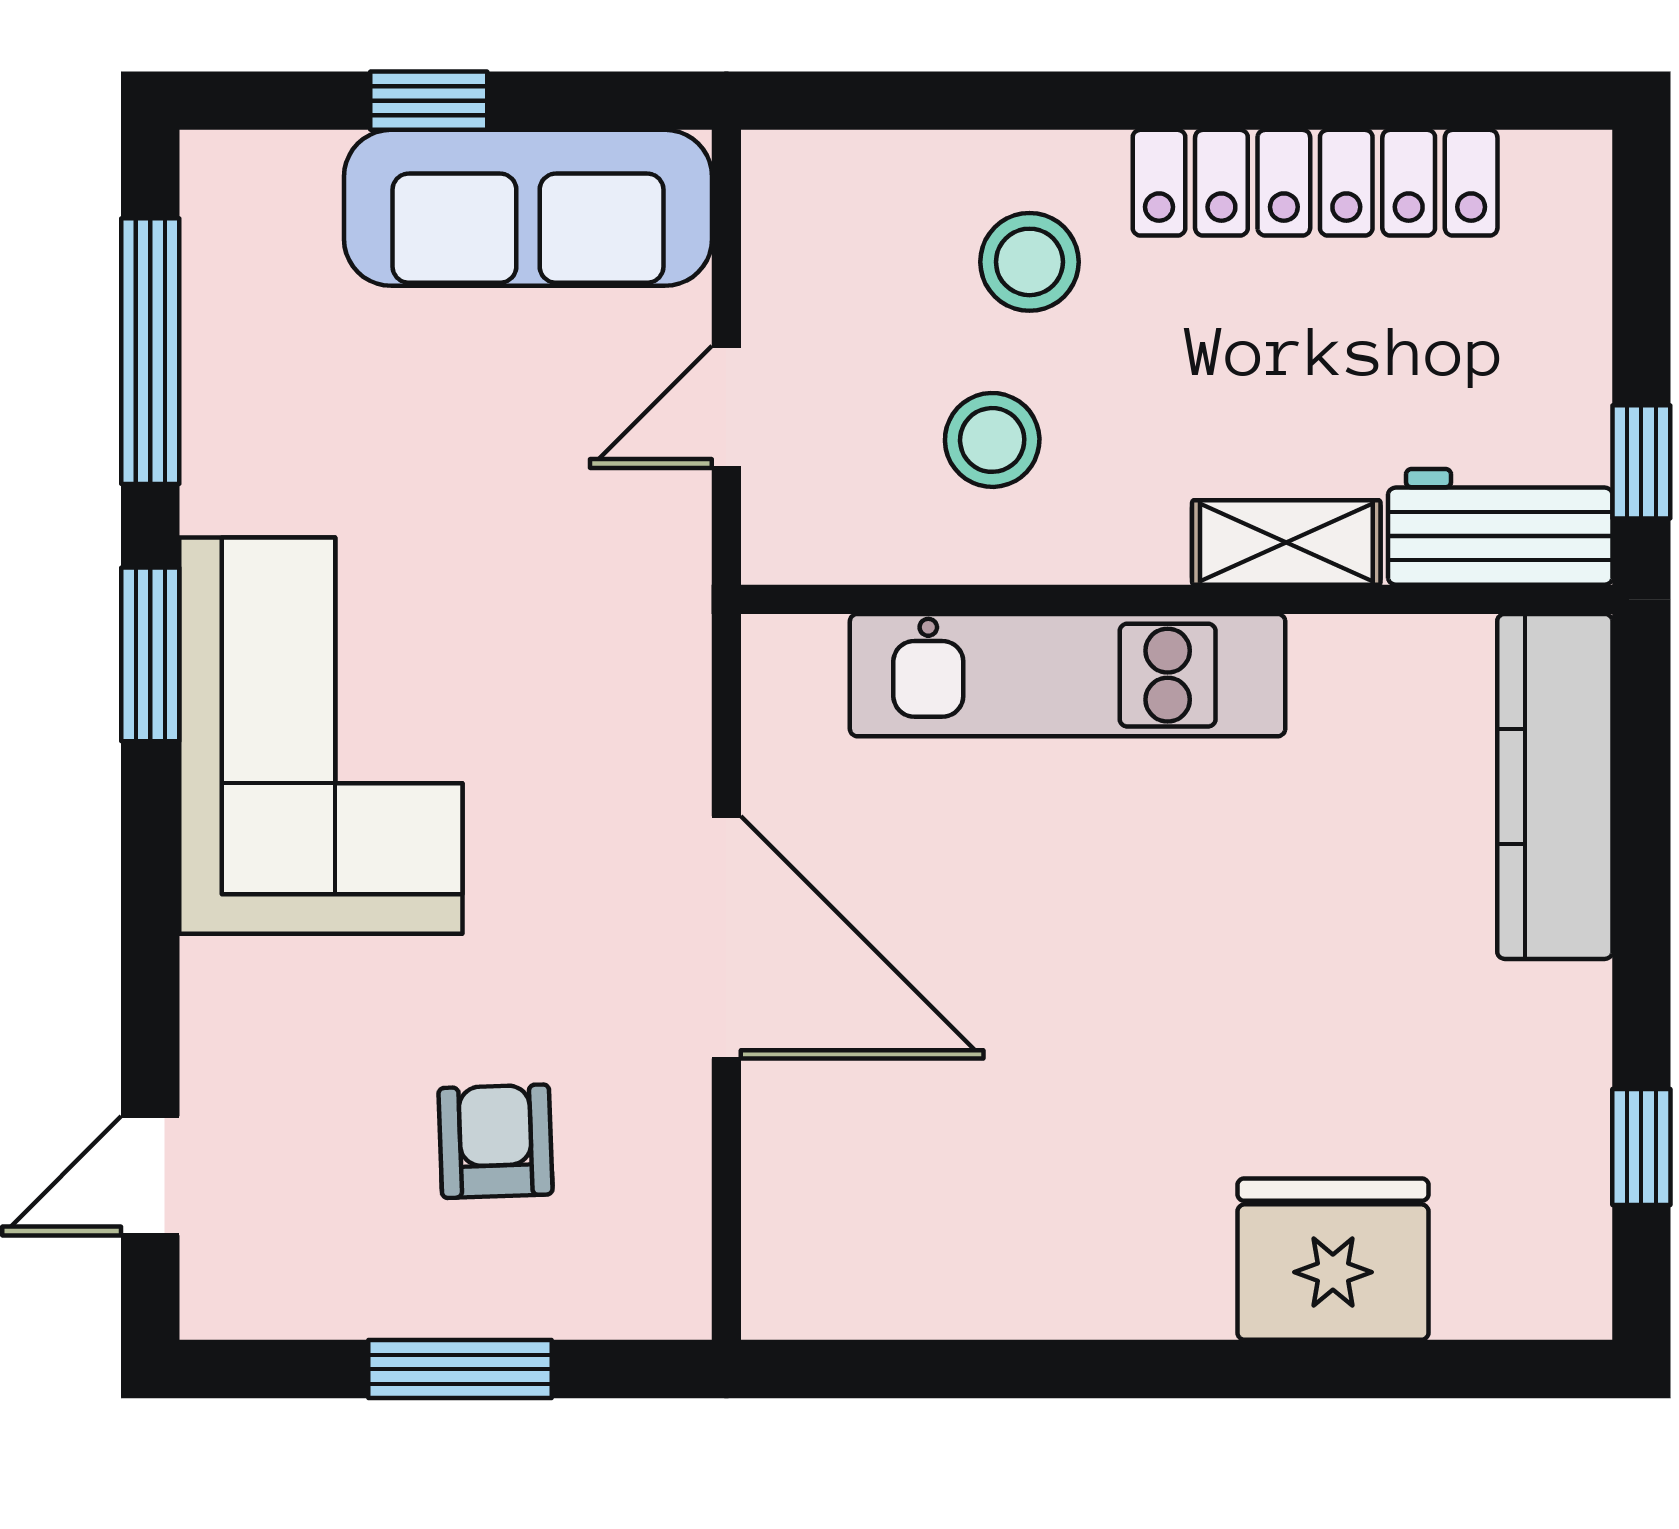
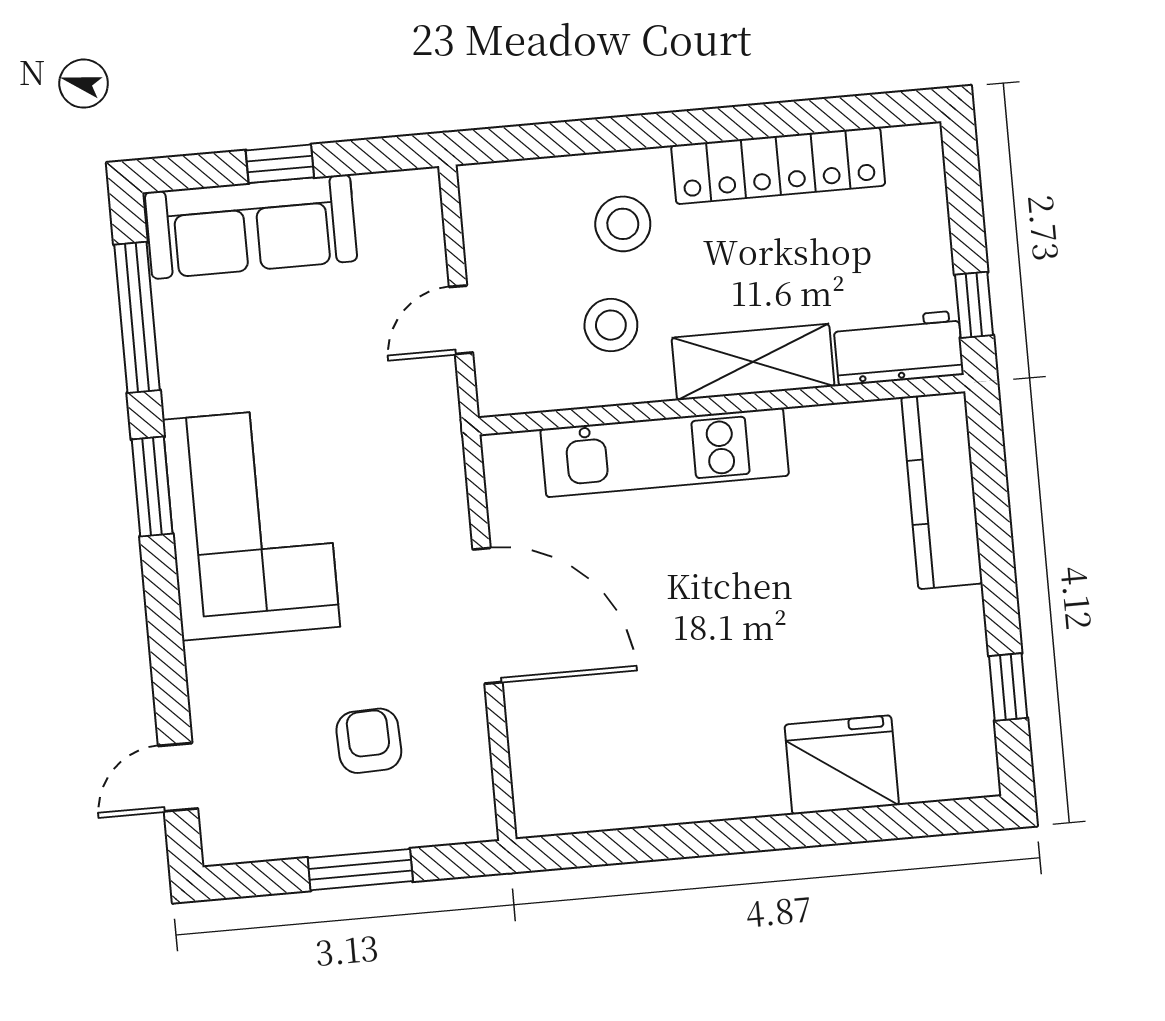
sofa: (528, 208) -> (251, 227), moved
shelving: (1286, 542) -> (753, 362), width x1.50, depth x1.33

